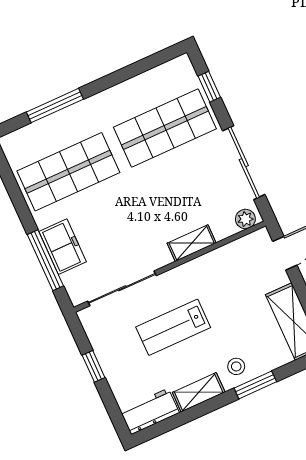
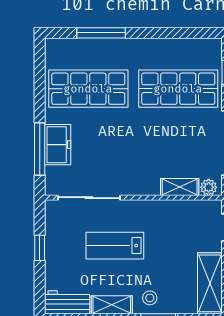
shelving: (192, 243) -> (180, 187), moved

